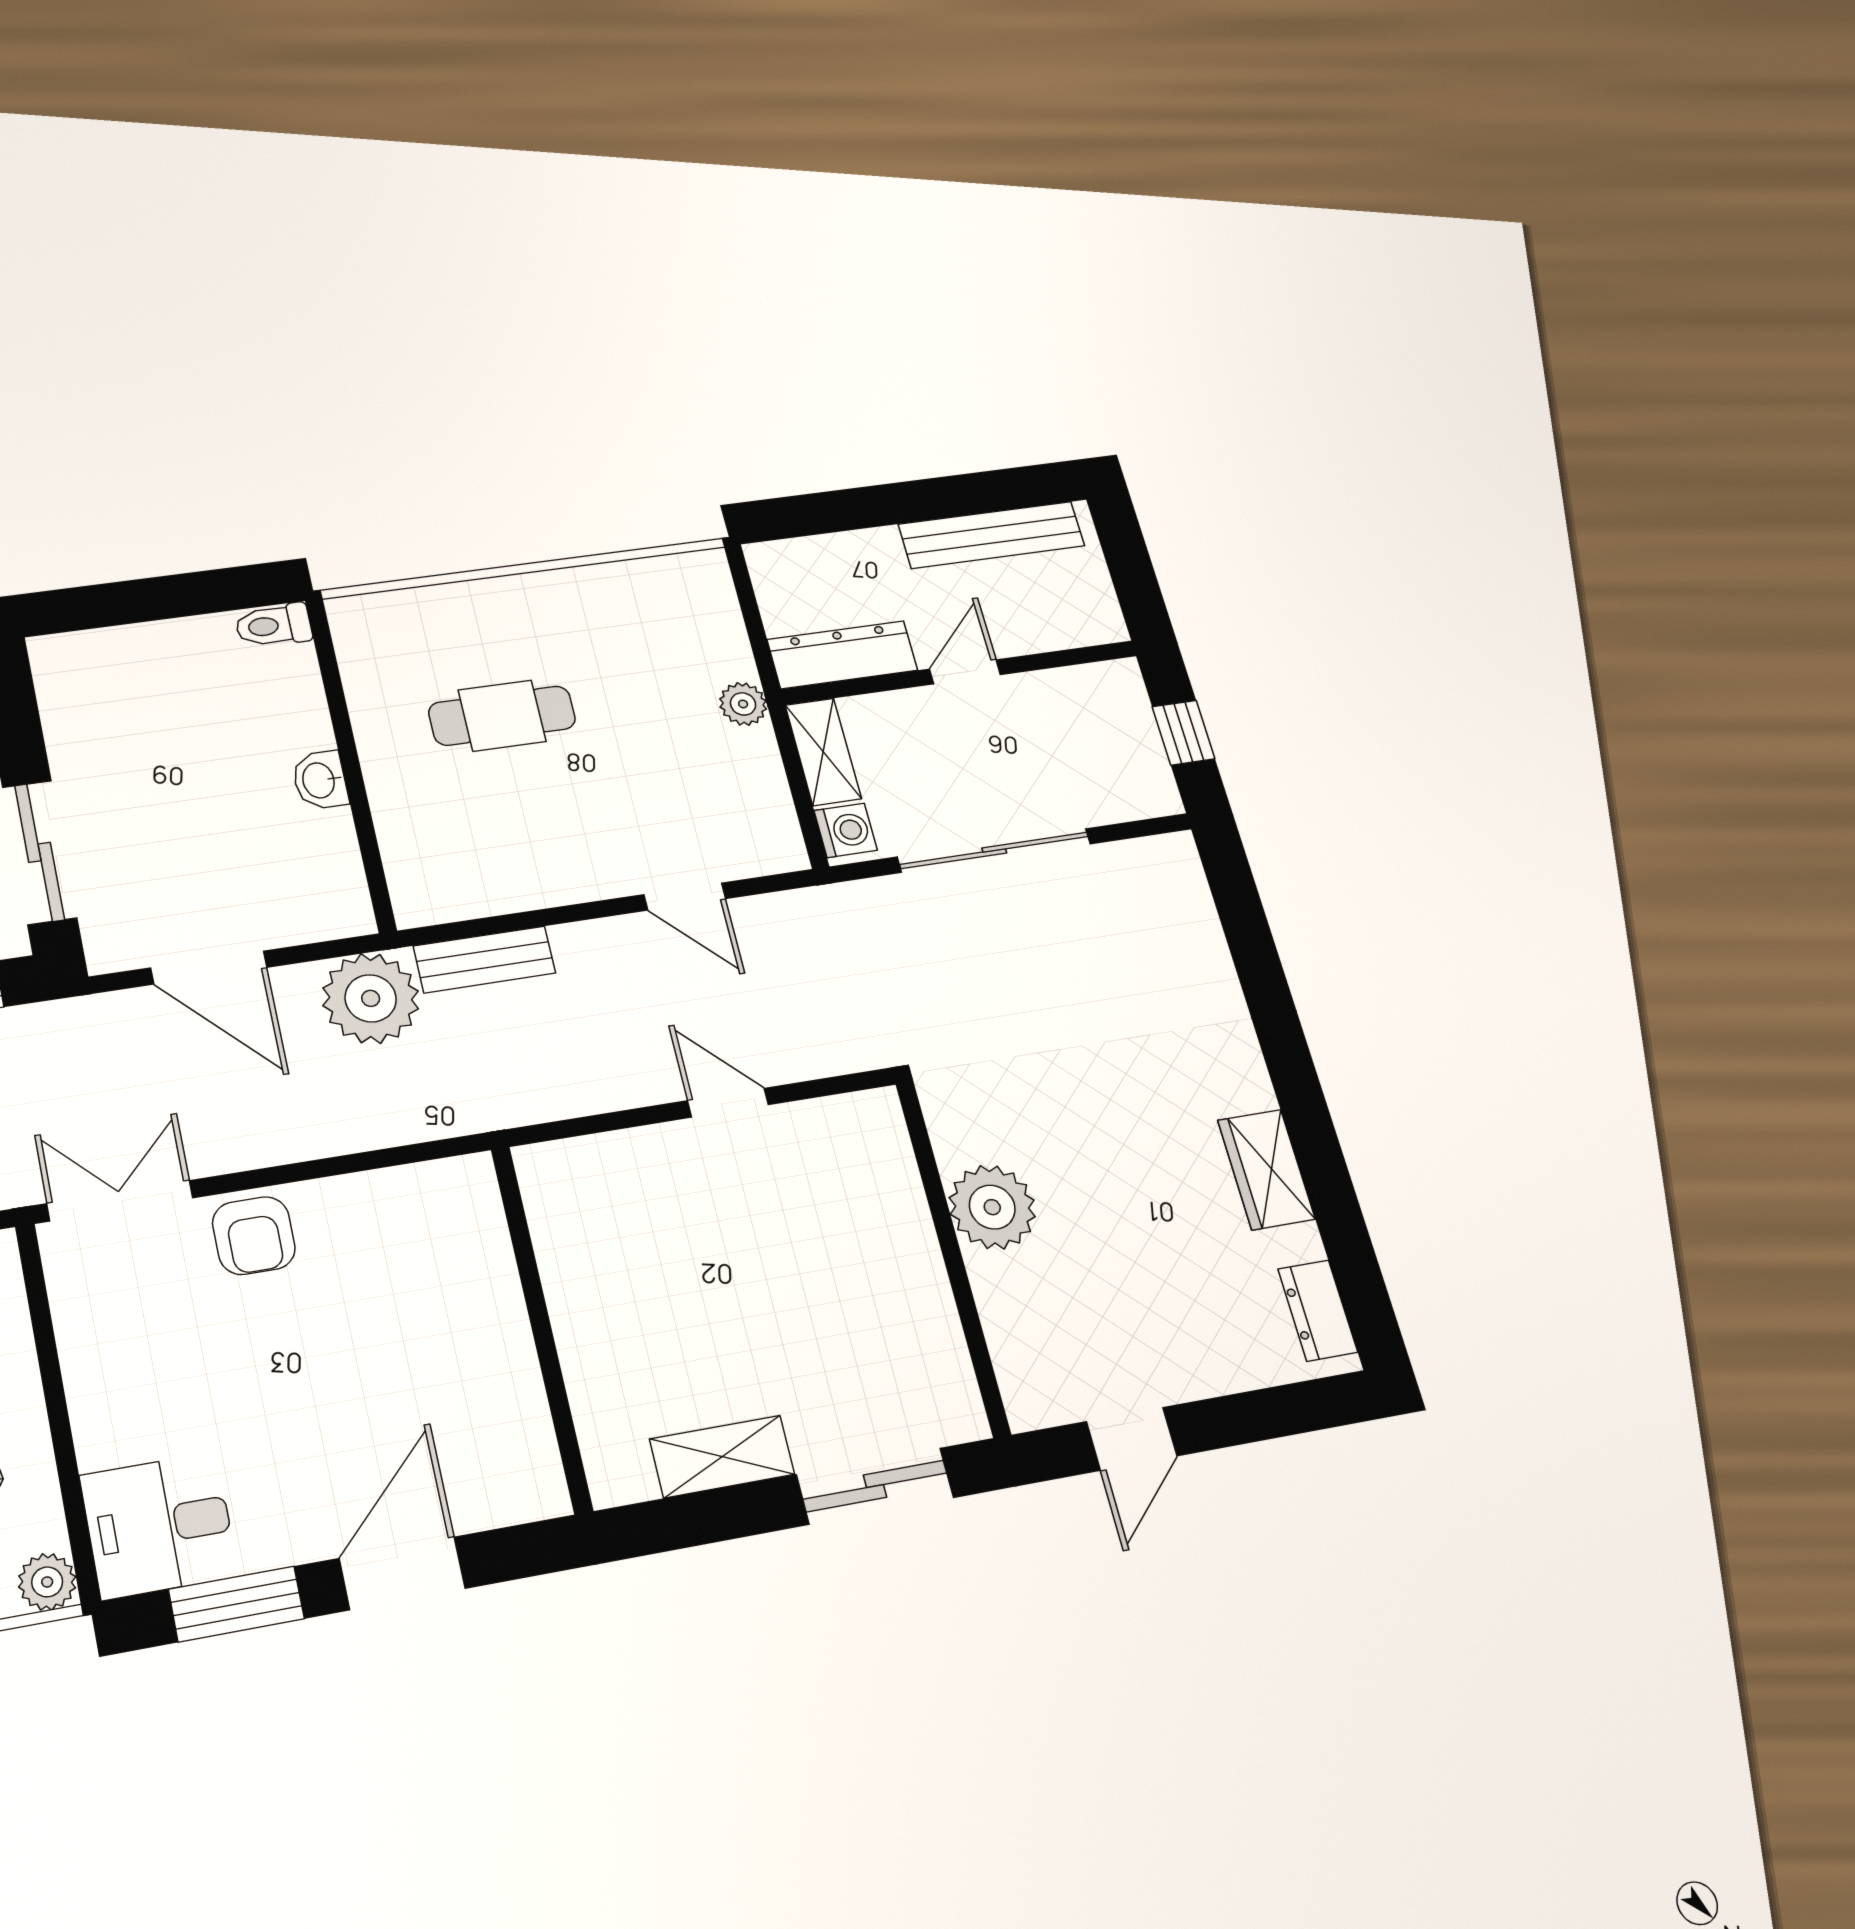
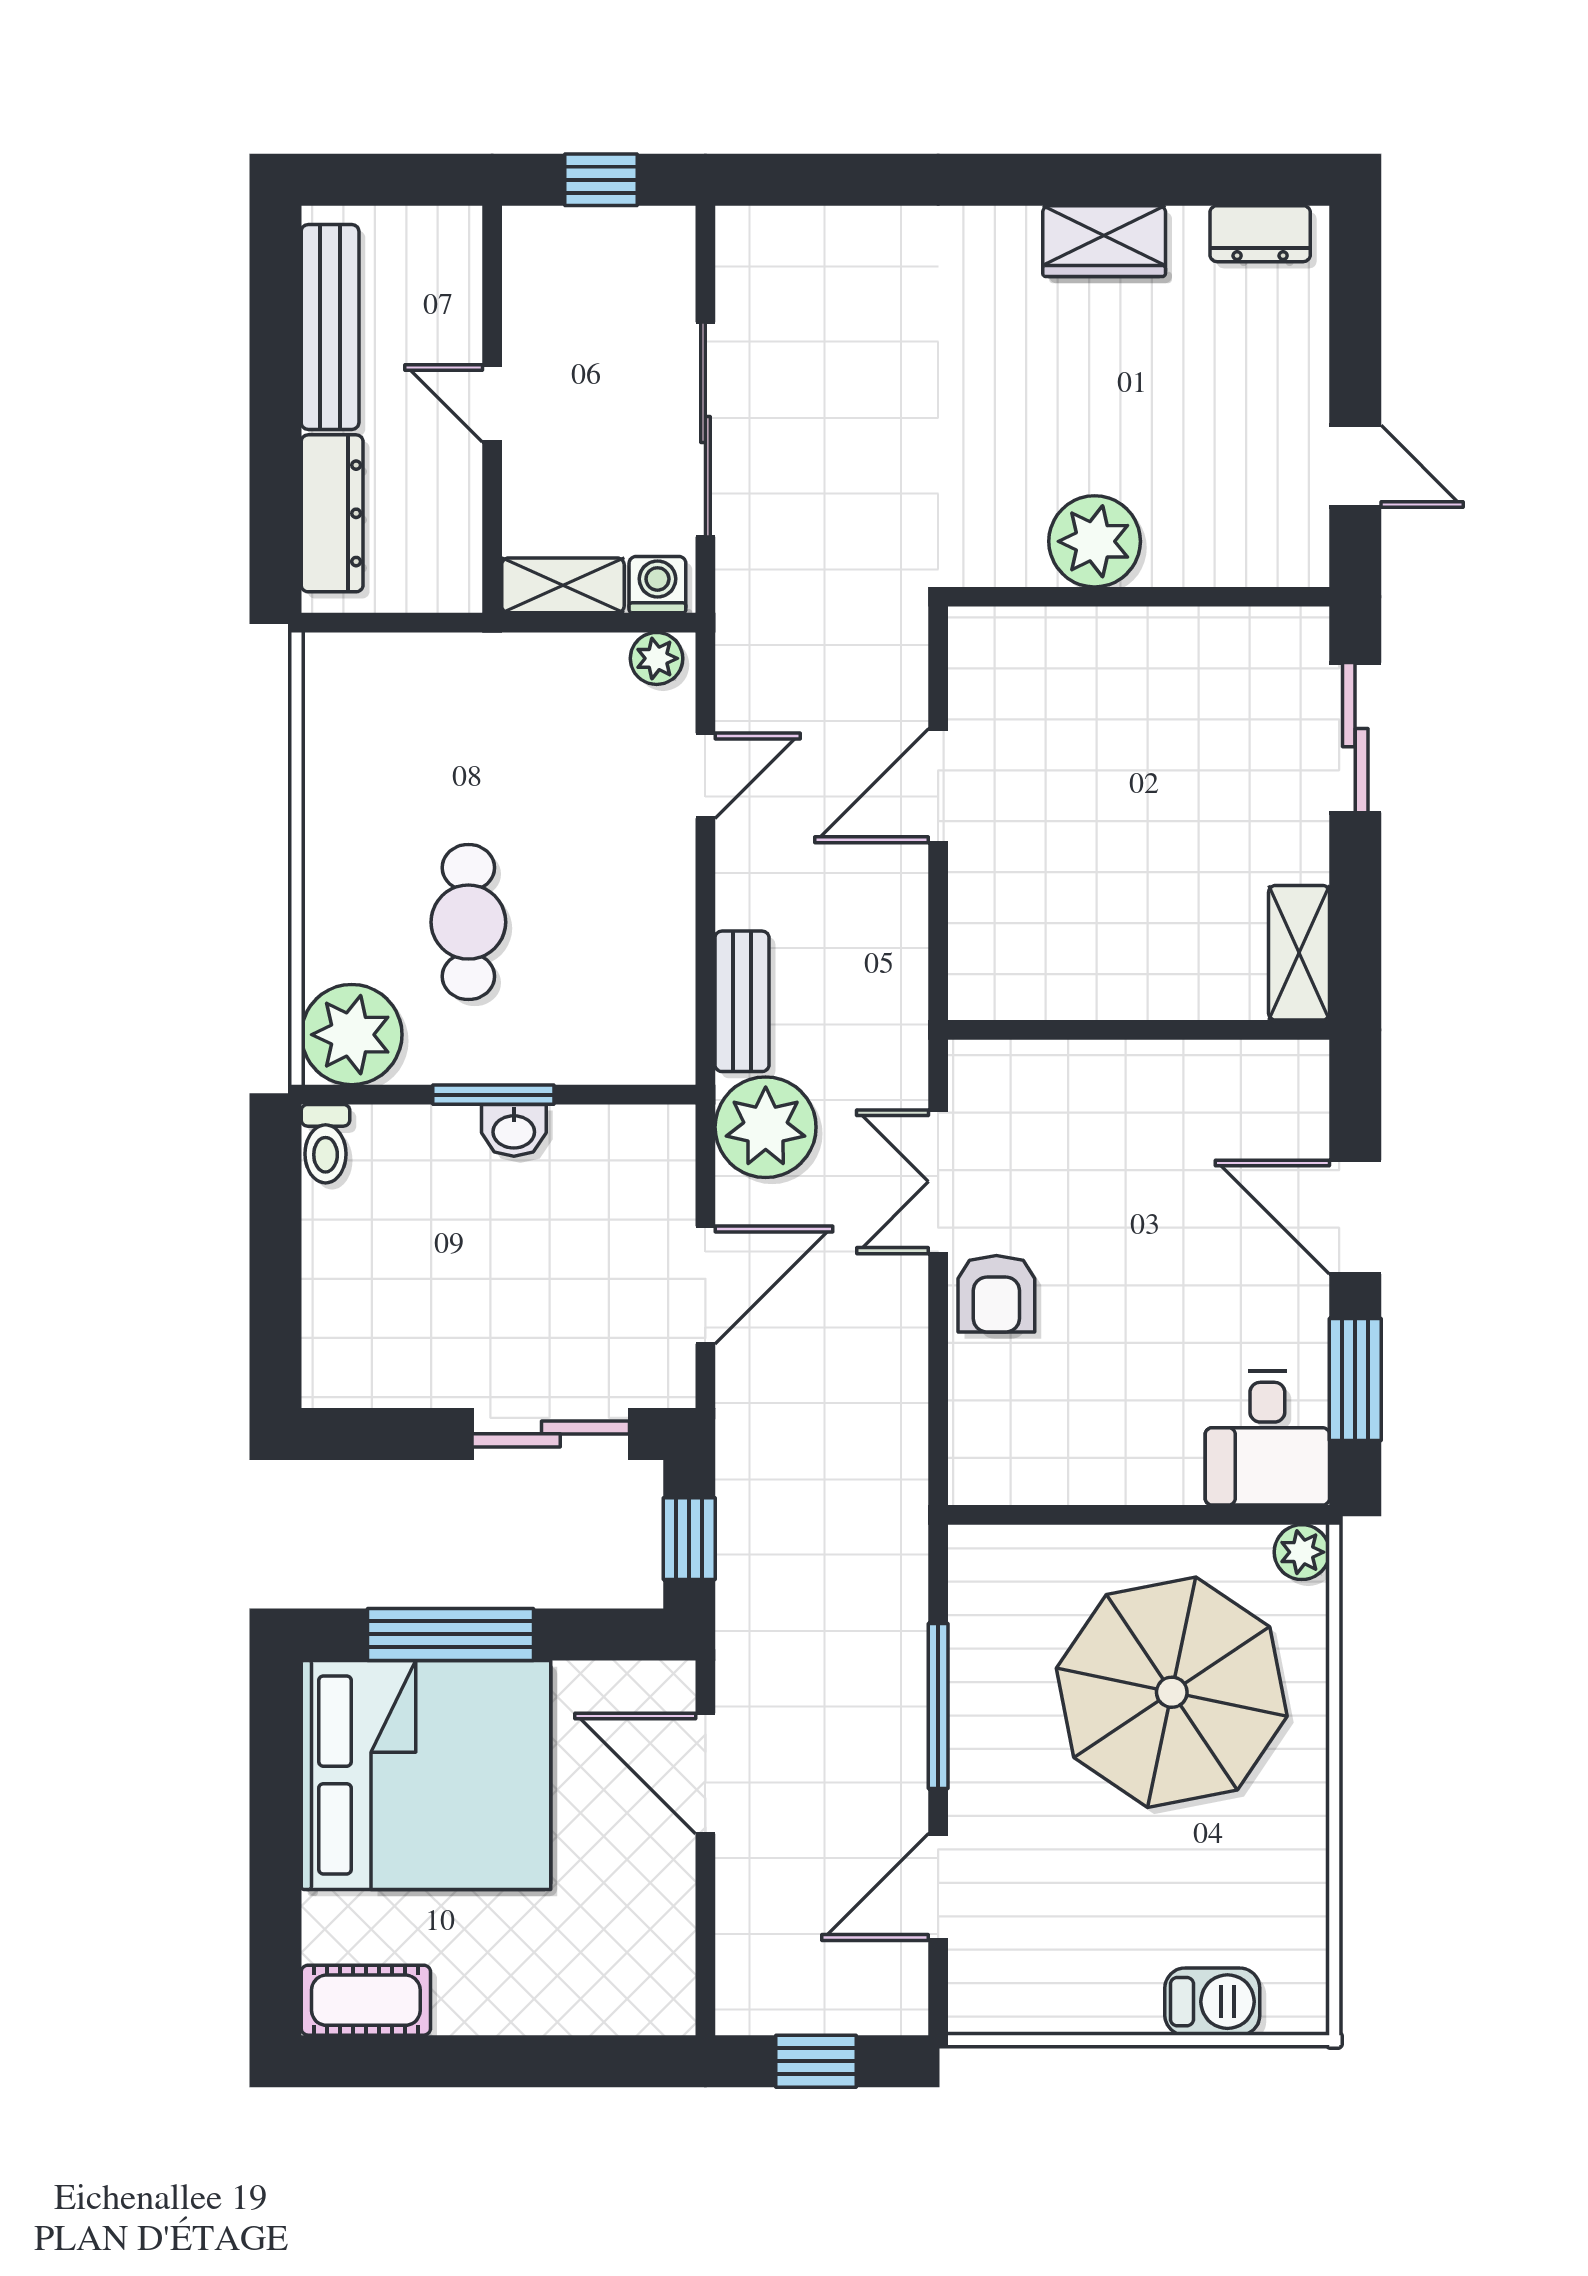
plant: (378, 634) -> (352, 1035), added
dresser: (842, 655) -> (332, 513), moved, turned 180
plant: (743, 704) -> (657, 658), moved
window: (349, 758) -> (493, 1095), added
door: (728, 1103) -> (938, 786), width x1.38
double door: (120, 1201) -> (938, 1182), moved
armchair: (254, 1236) -> (996, 1294), turned 90
shelving: (722, 1457) -> (1299, 953), moved

